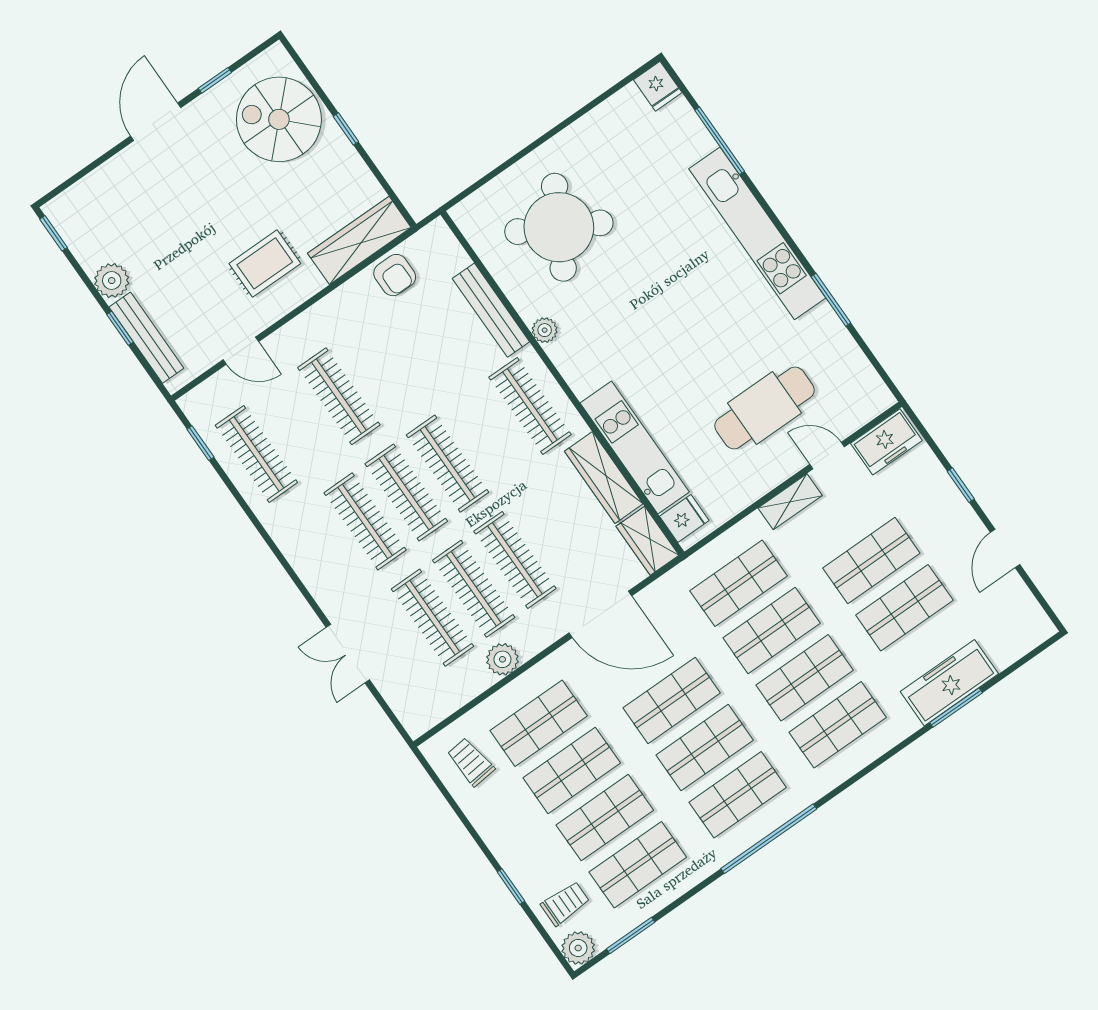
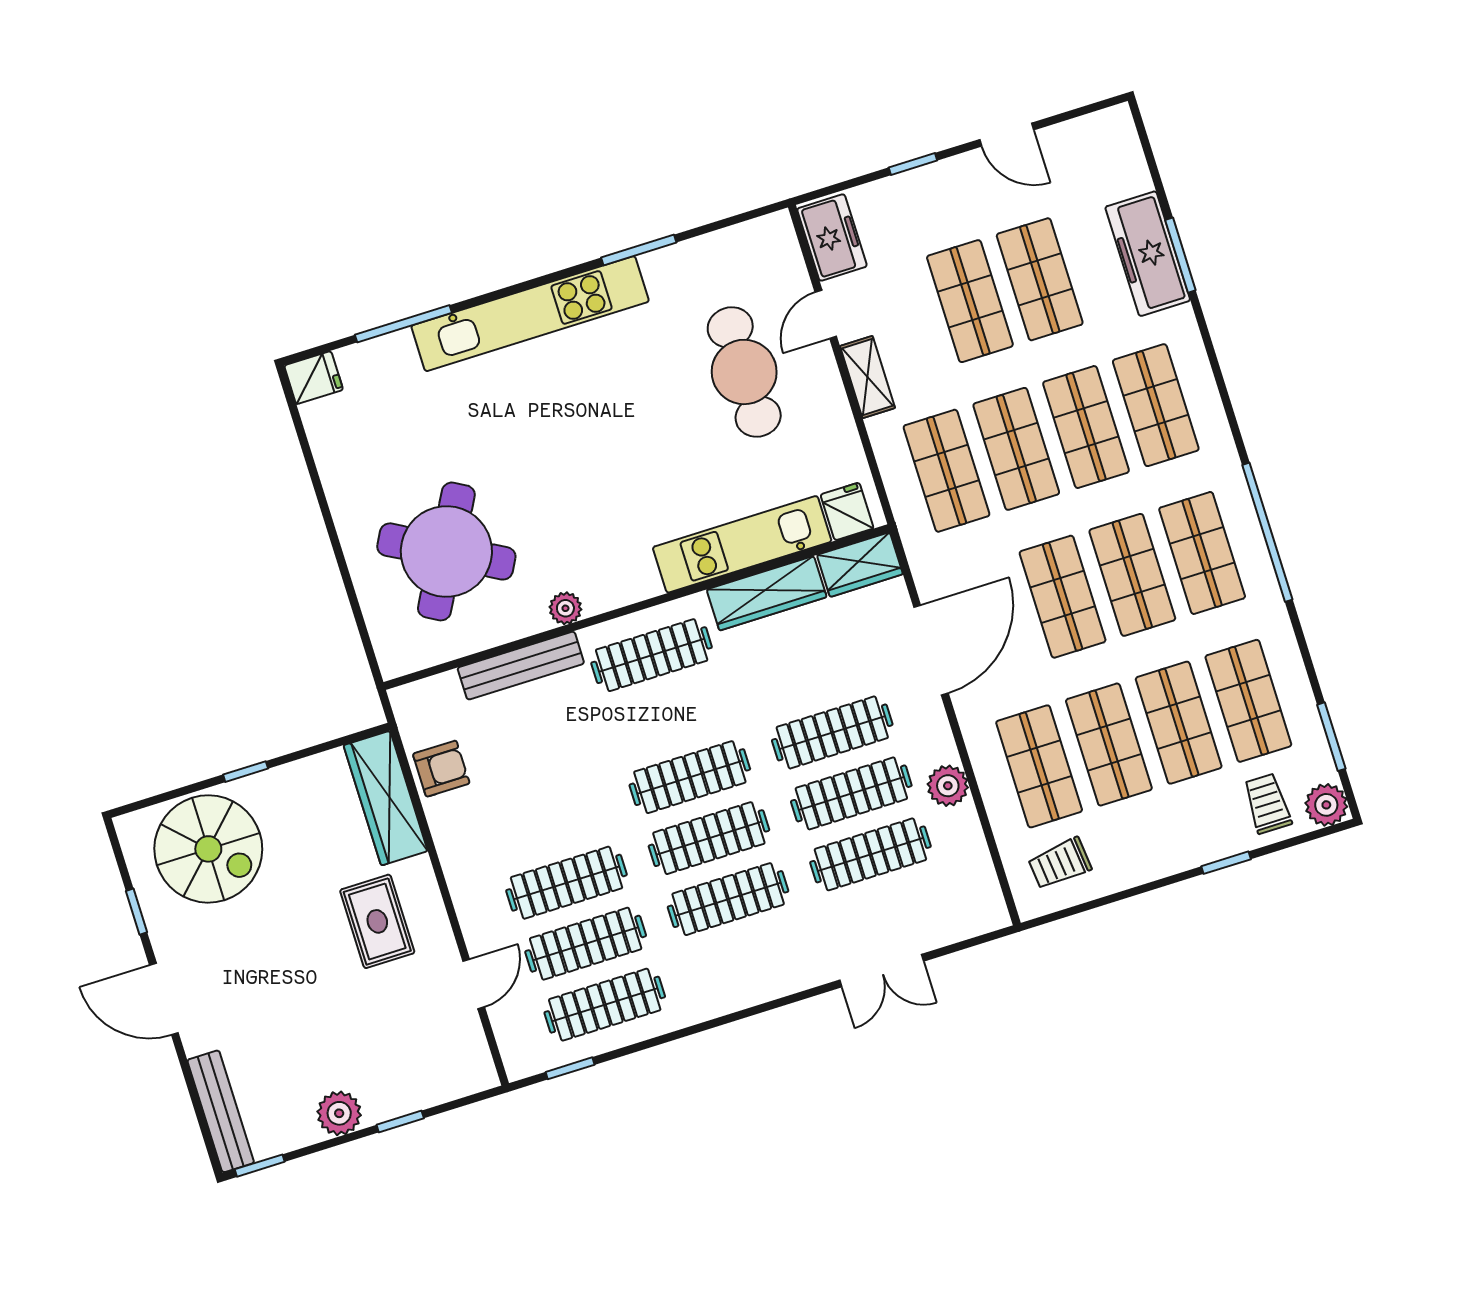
spiral stairs: (279, 119) -> (208, 849), turned -90
bench: (146, 338) -> (221, 1111), moved, turned 90
clothes rail: (298, 425) -> (586, 944), added

